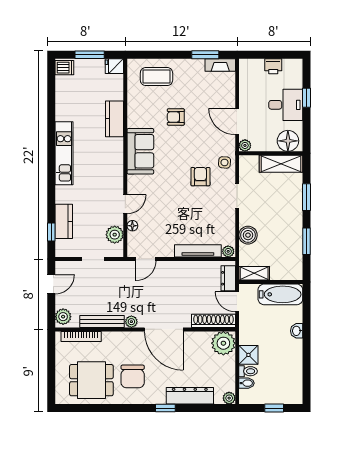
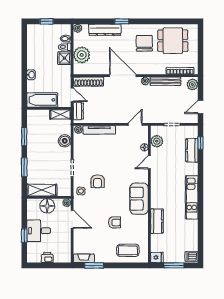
floor lamp: (288, 141) -> (47, 206), moved
plant: (223, 343) -> (82, 55), moved

